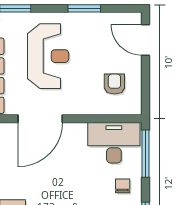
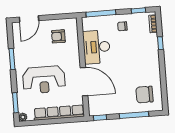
reception desk: (48, 56) -> (44, 80), turned 180
desk: (114, 143) -> (97, 47), moved

